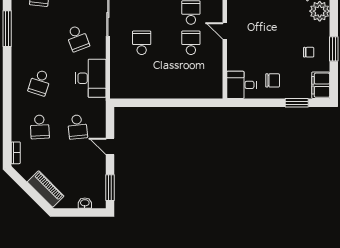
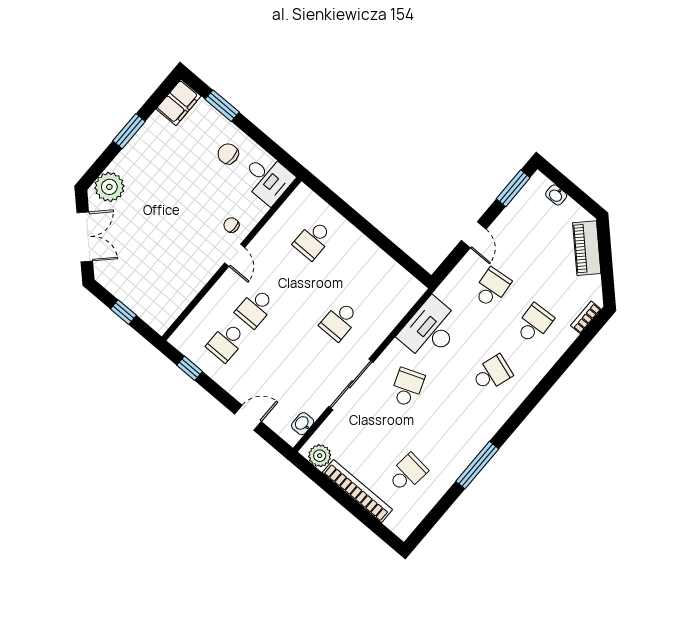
school desk: (191, 43) -> (313, 240), moved
chair: (309, 52) -> (231, 225), moved

